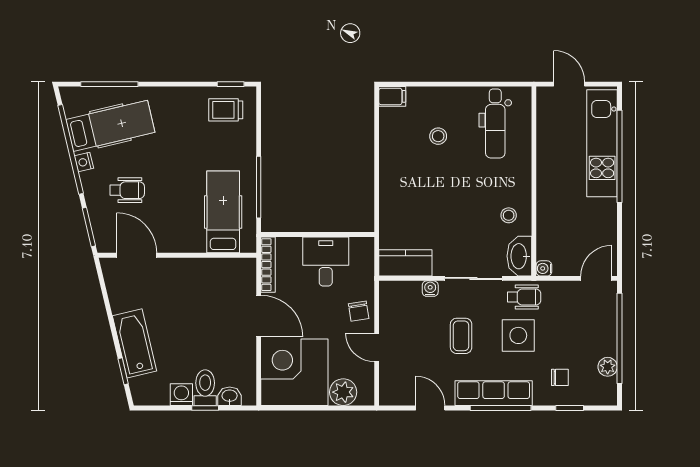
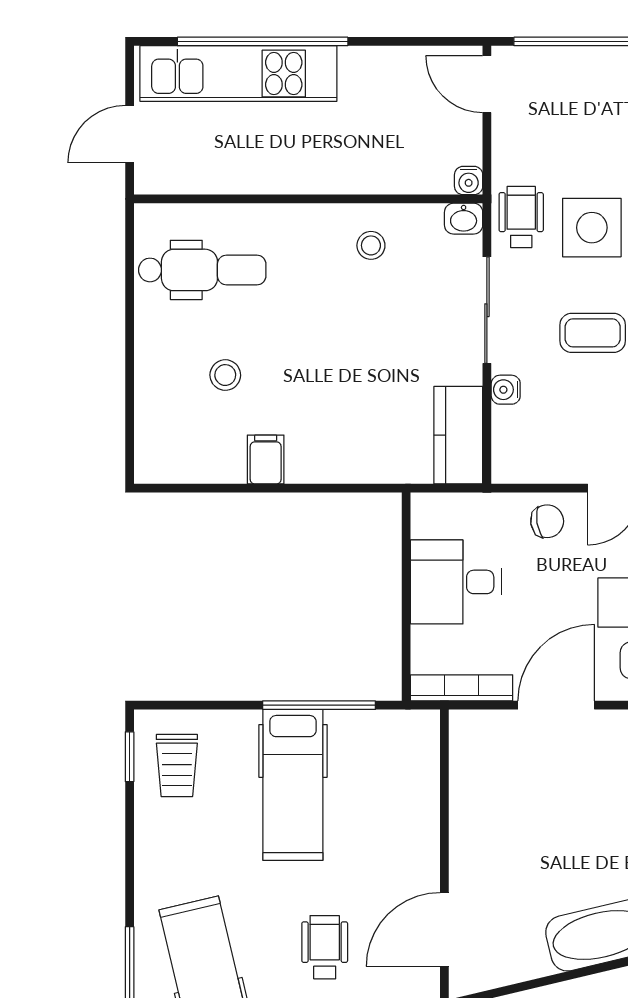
filing cabinet: (392, 96) -> (266, 459), moved
hospital bed: (223, 212) -> (293, 785), moved, turned -90
washbasin: (519, 256) -> (464, 219), width x0.52, depth x0.69

